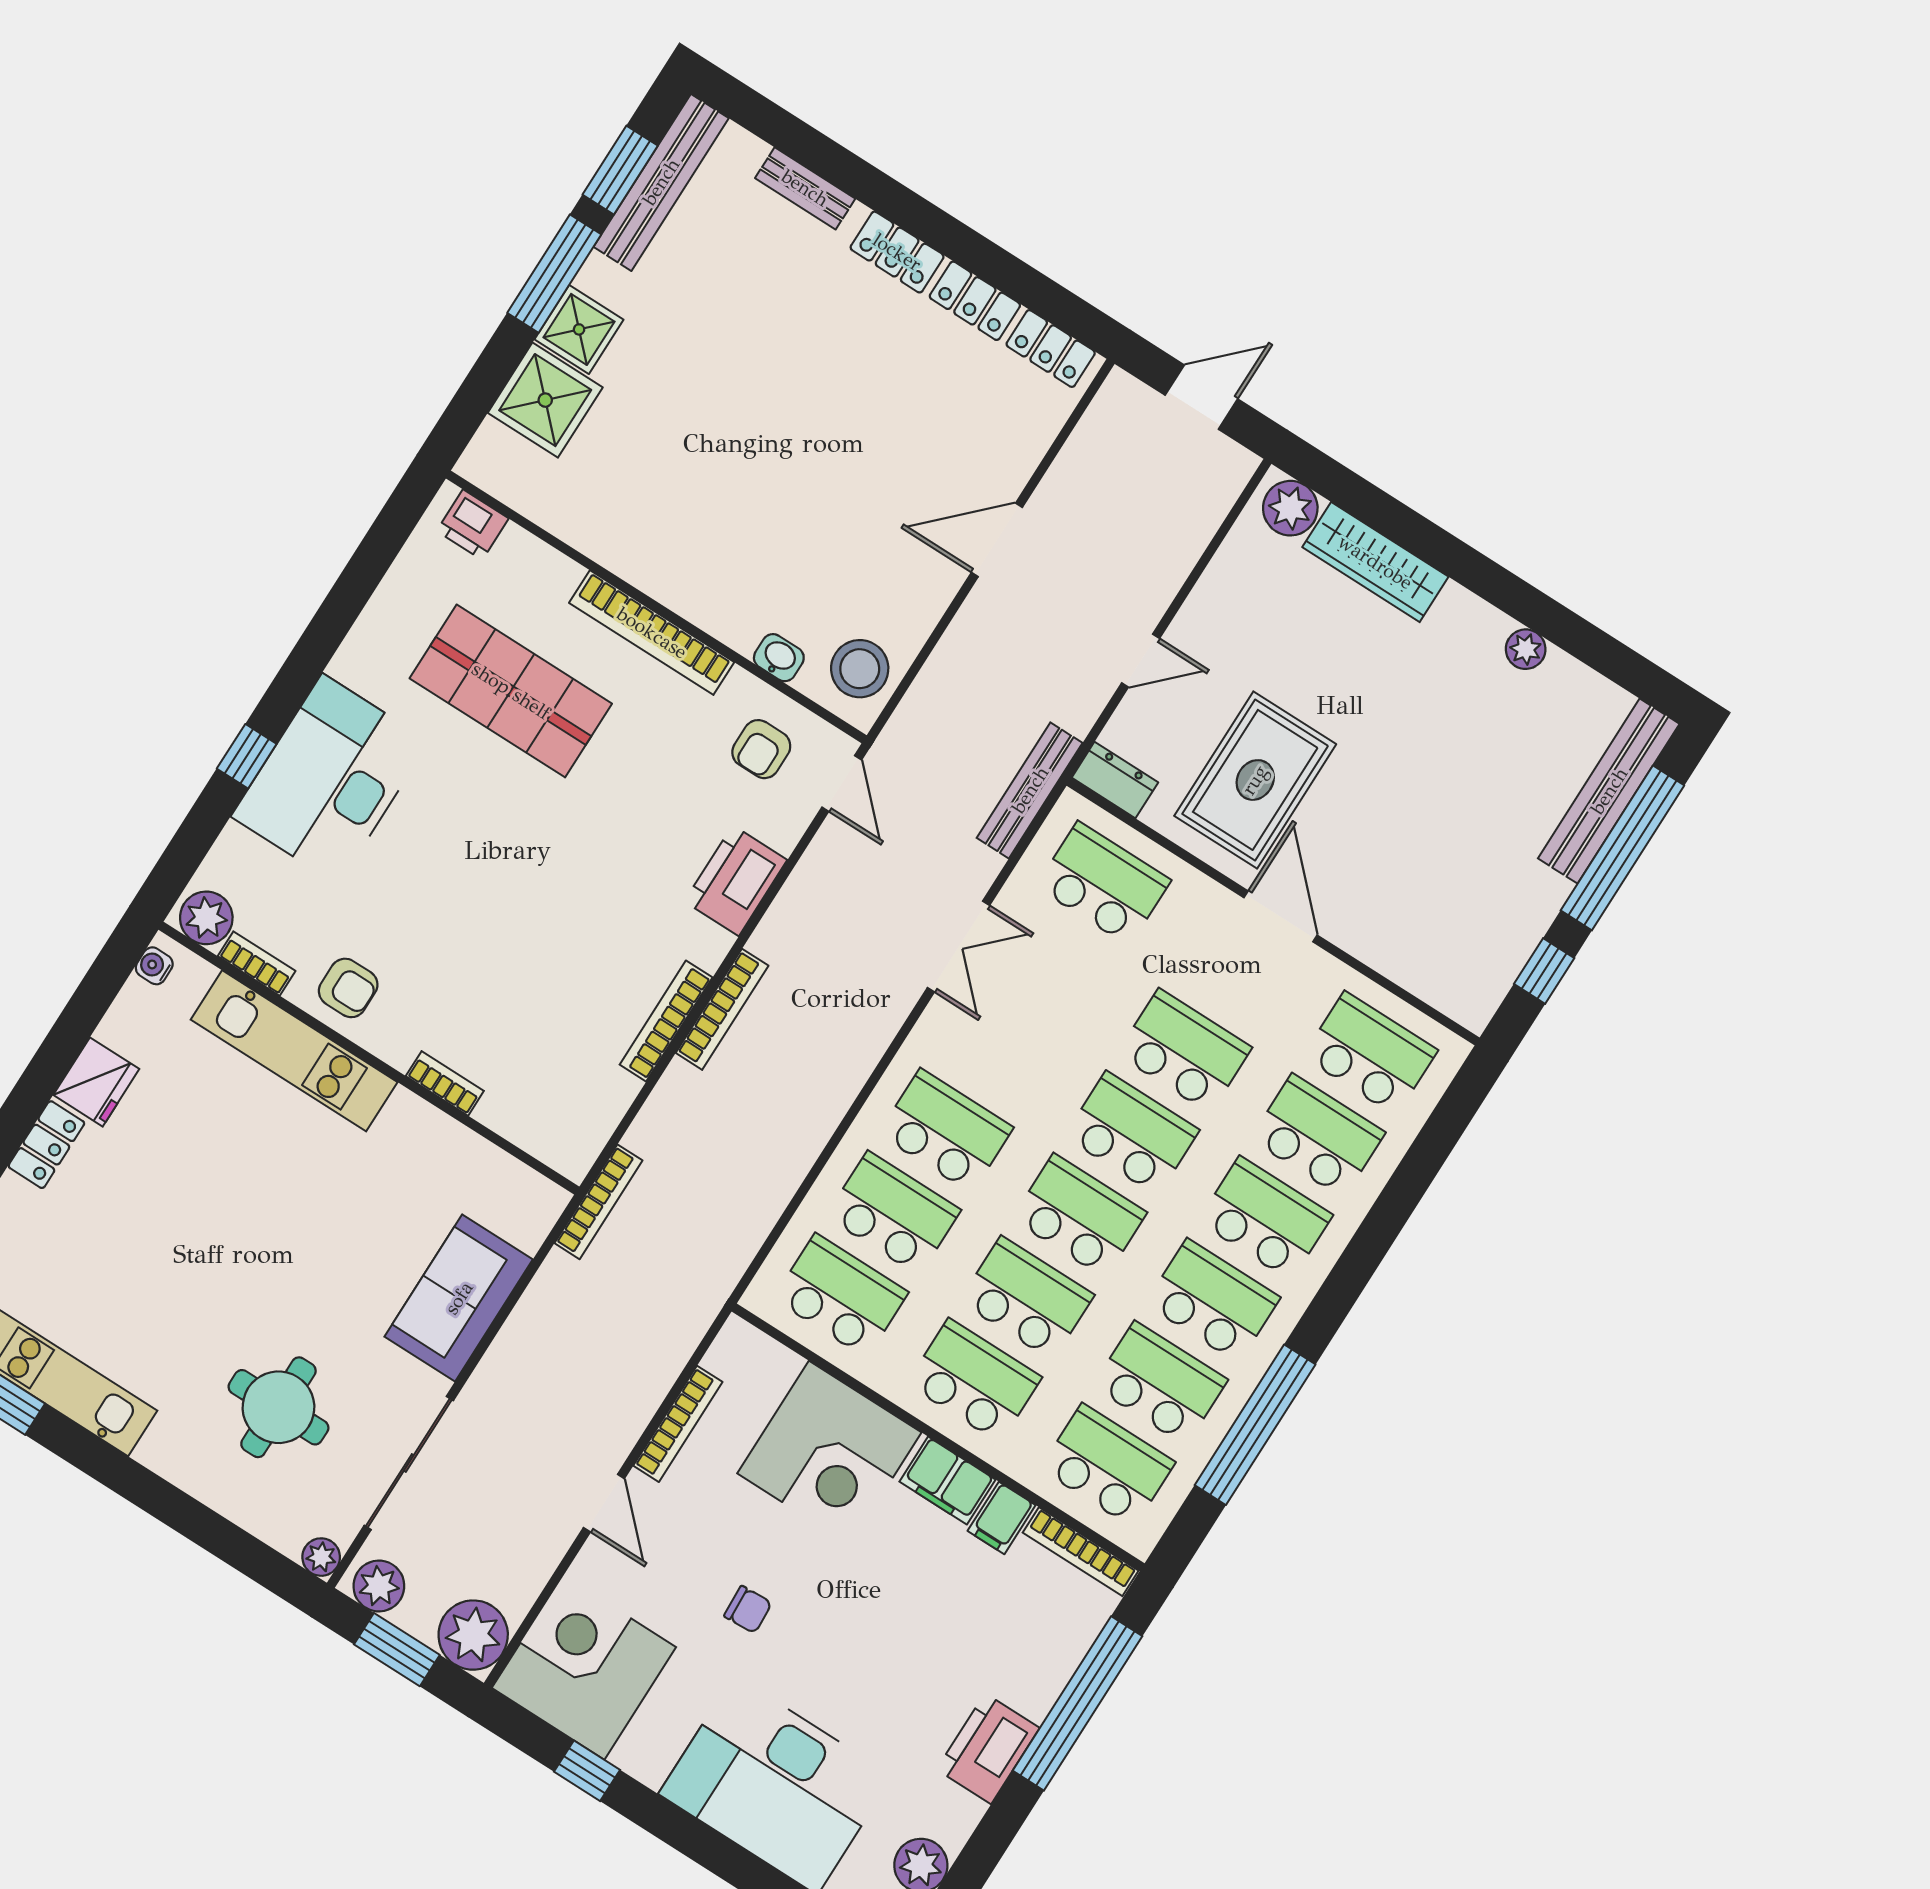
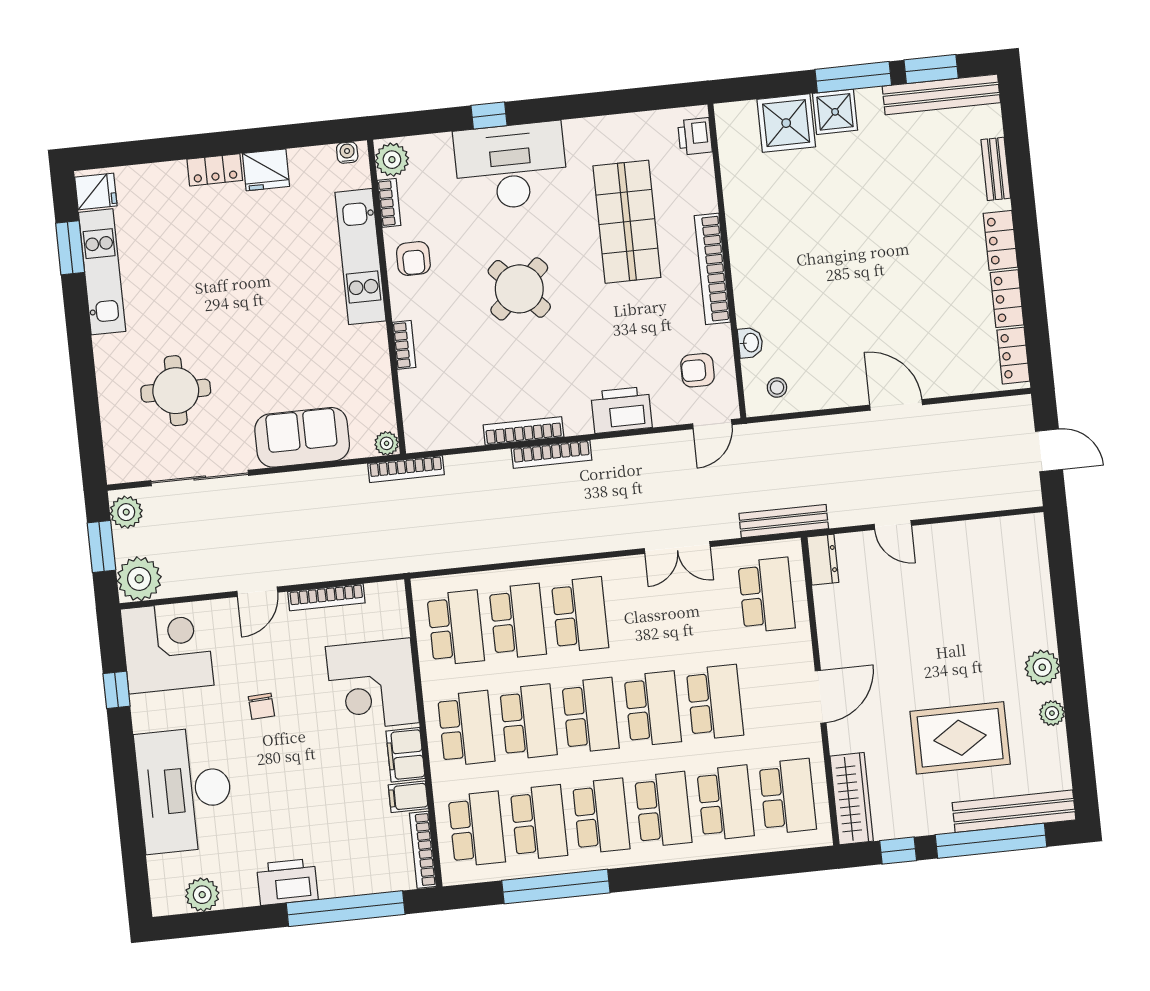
plant: (1290, 508) -> (1042, 667), moved
wardrobe: (1375, 562) -> (852, 799), moved, turned 180
stool: (860, 669) -> (777, 388), width x0.53, depth x0.53
rug: (1255, 780) -> (960, 738), moved
round table: (488, 888) -> (519, 289), added
plant: (321, 1557) -> (387, 443), moved

